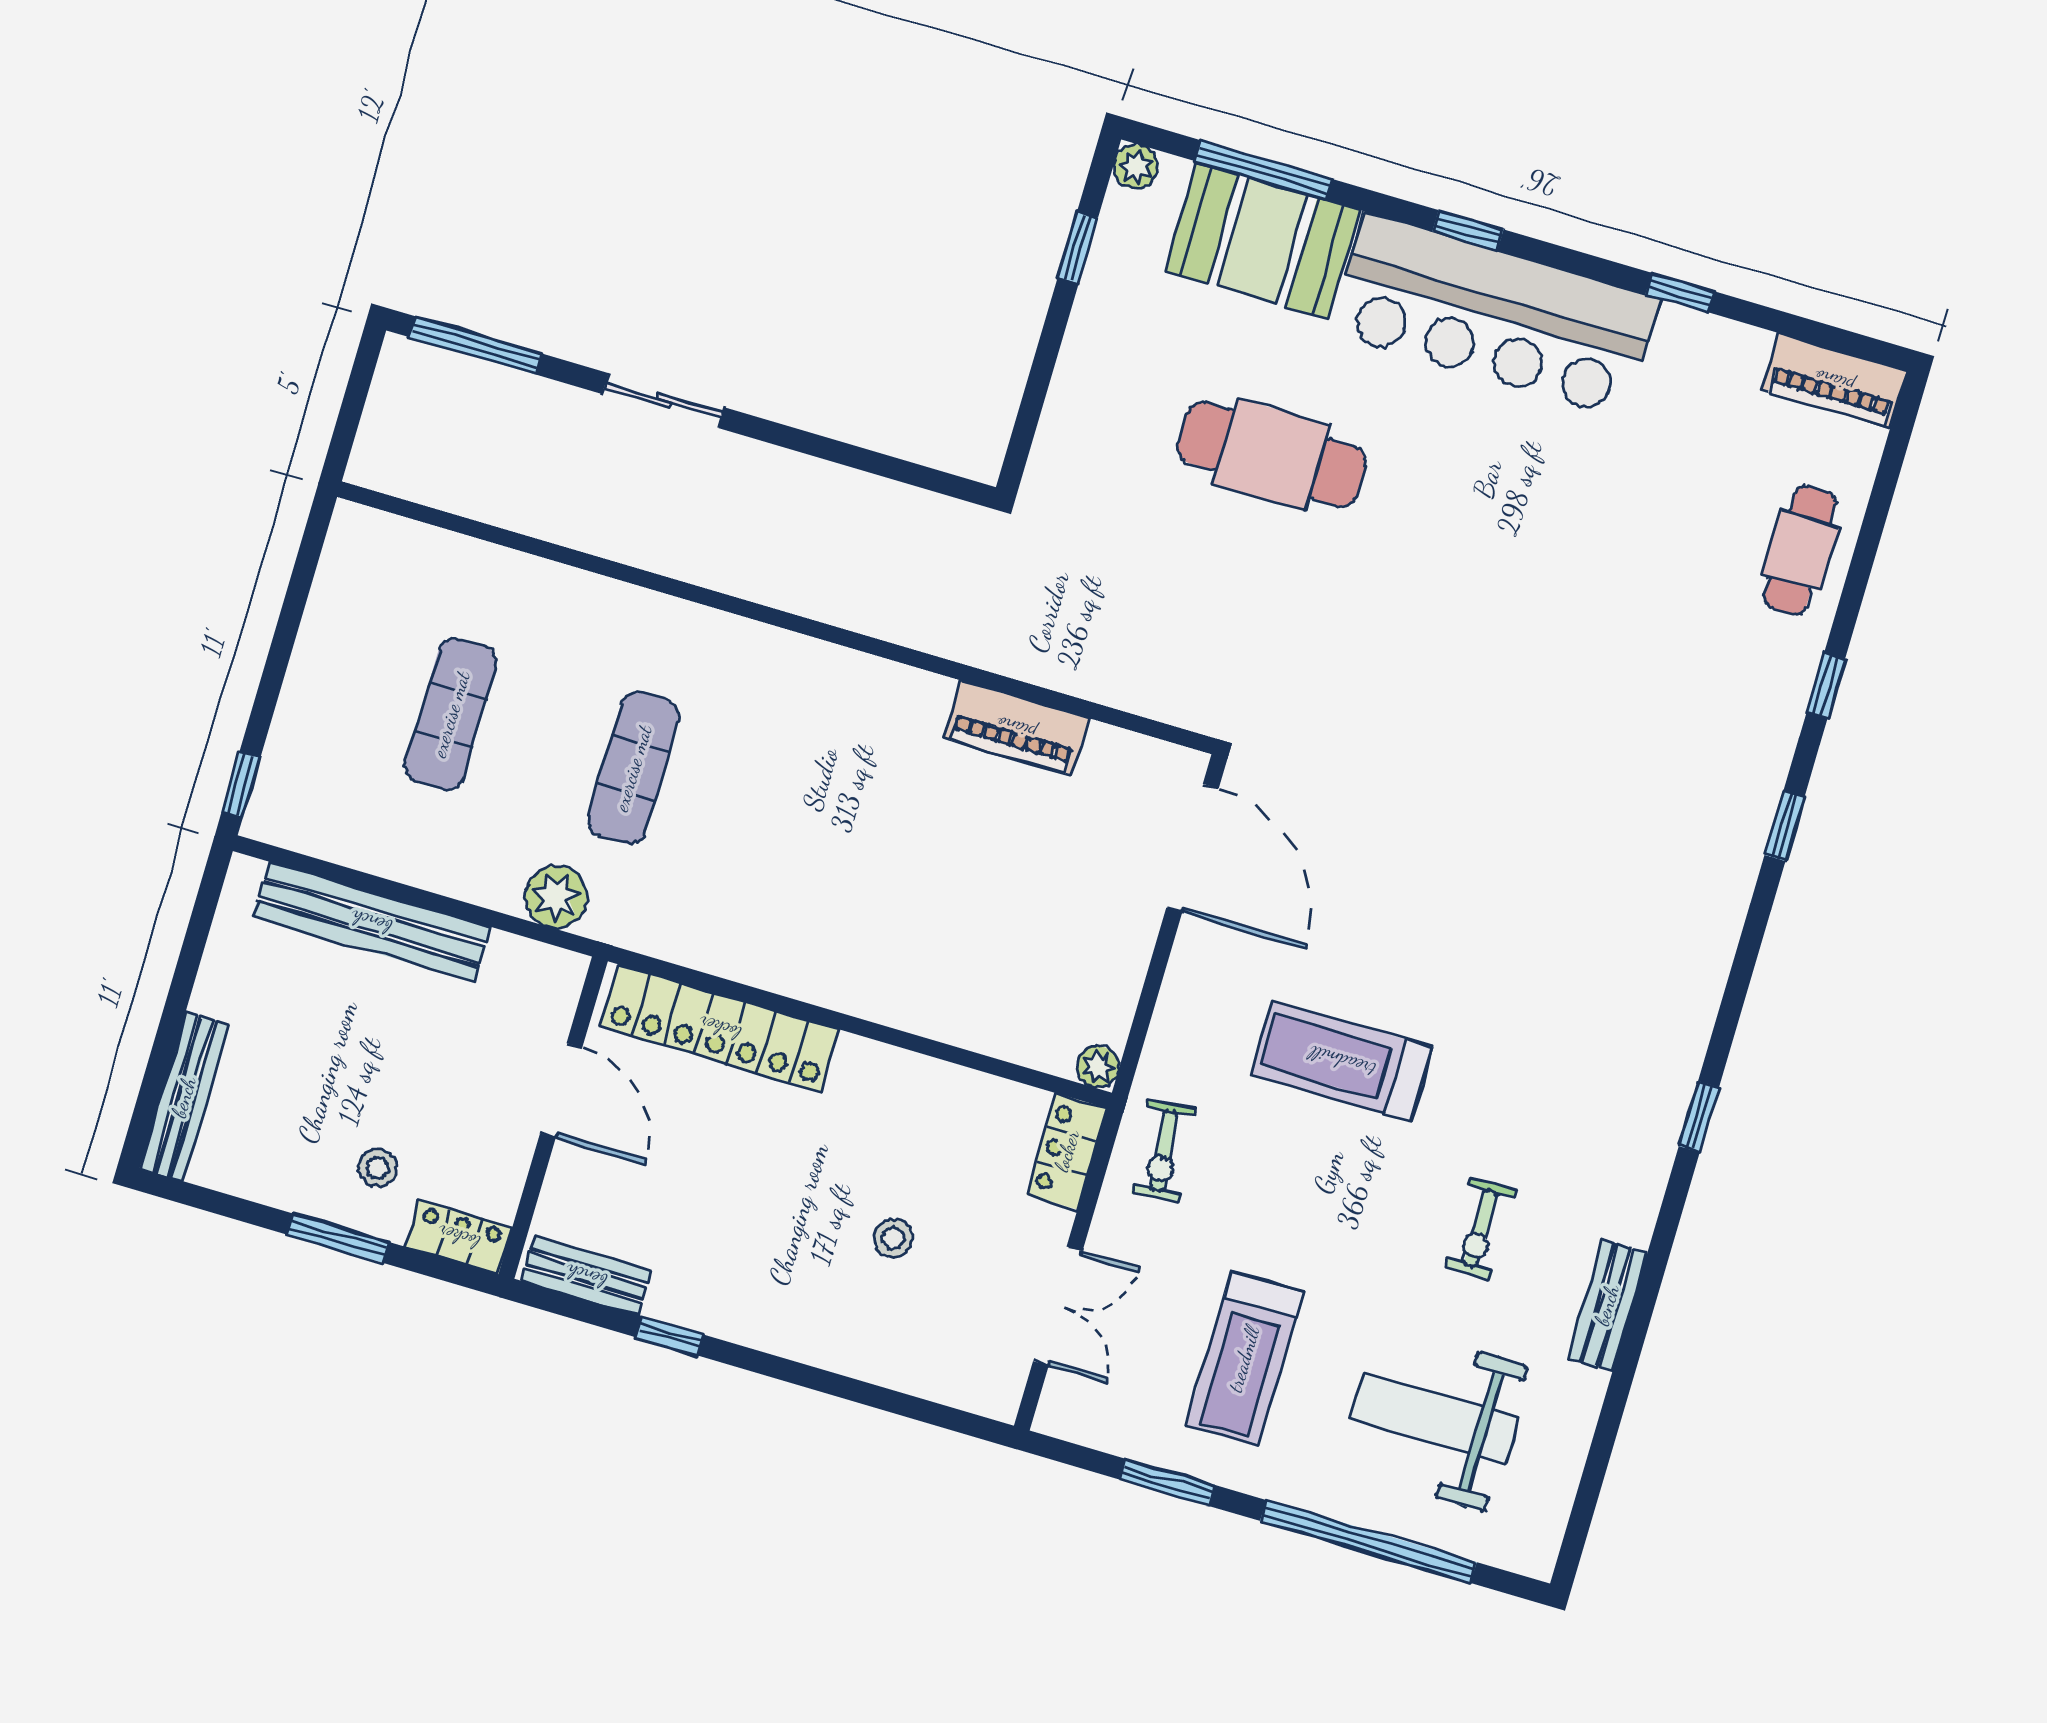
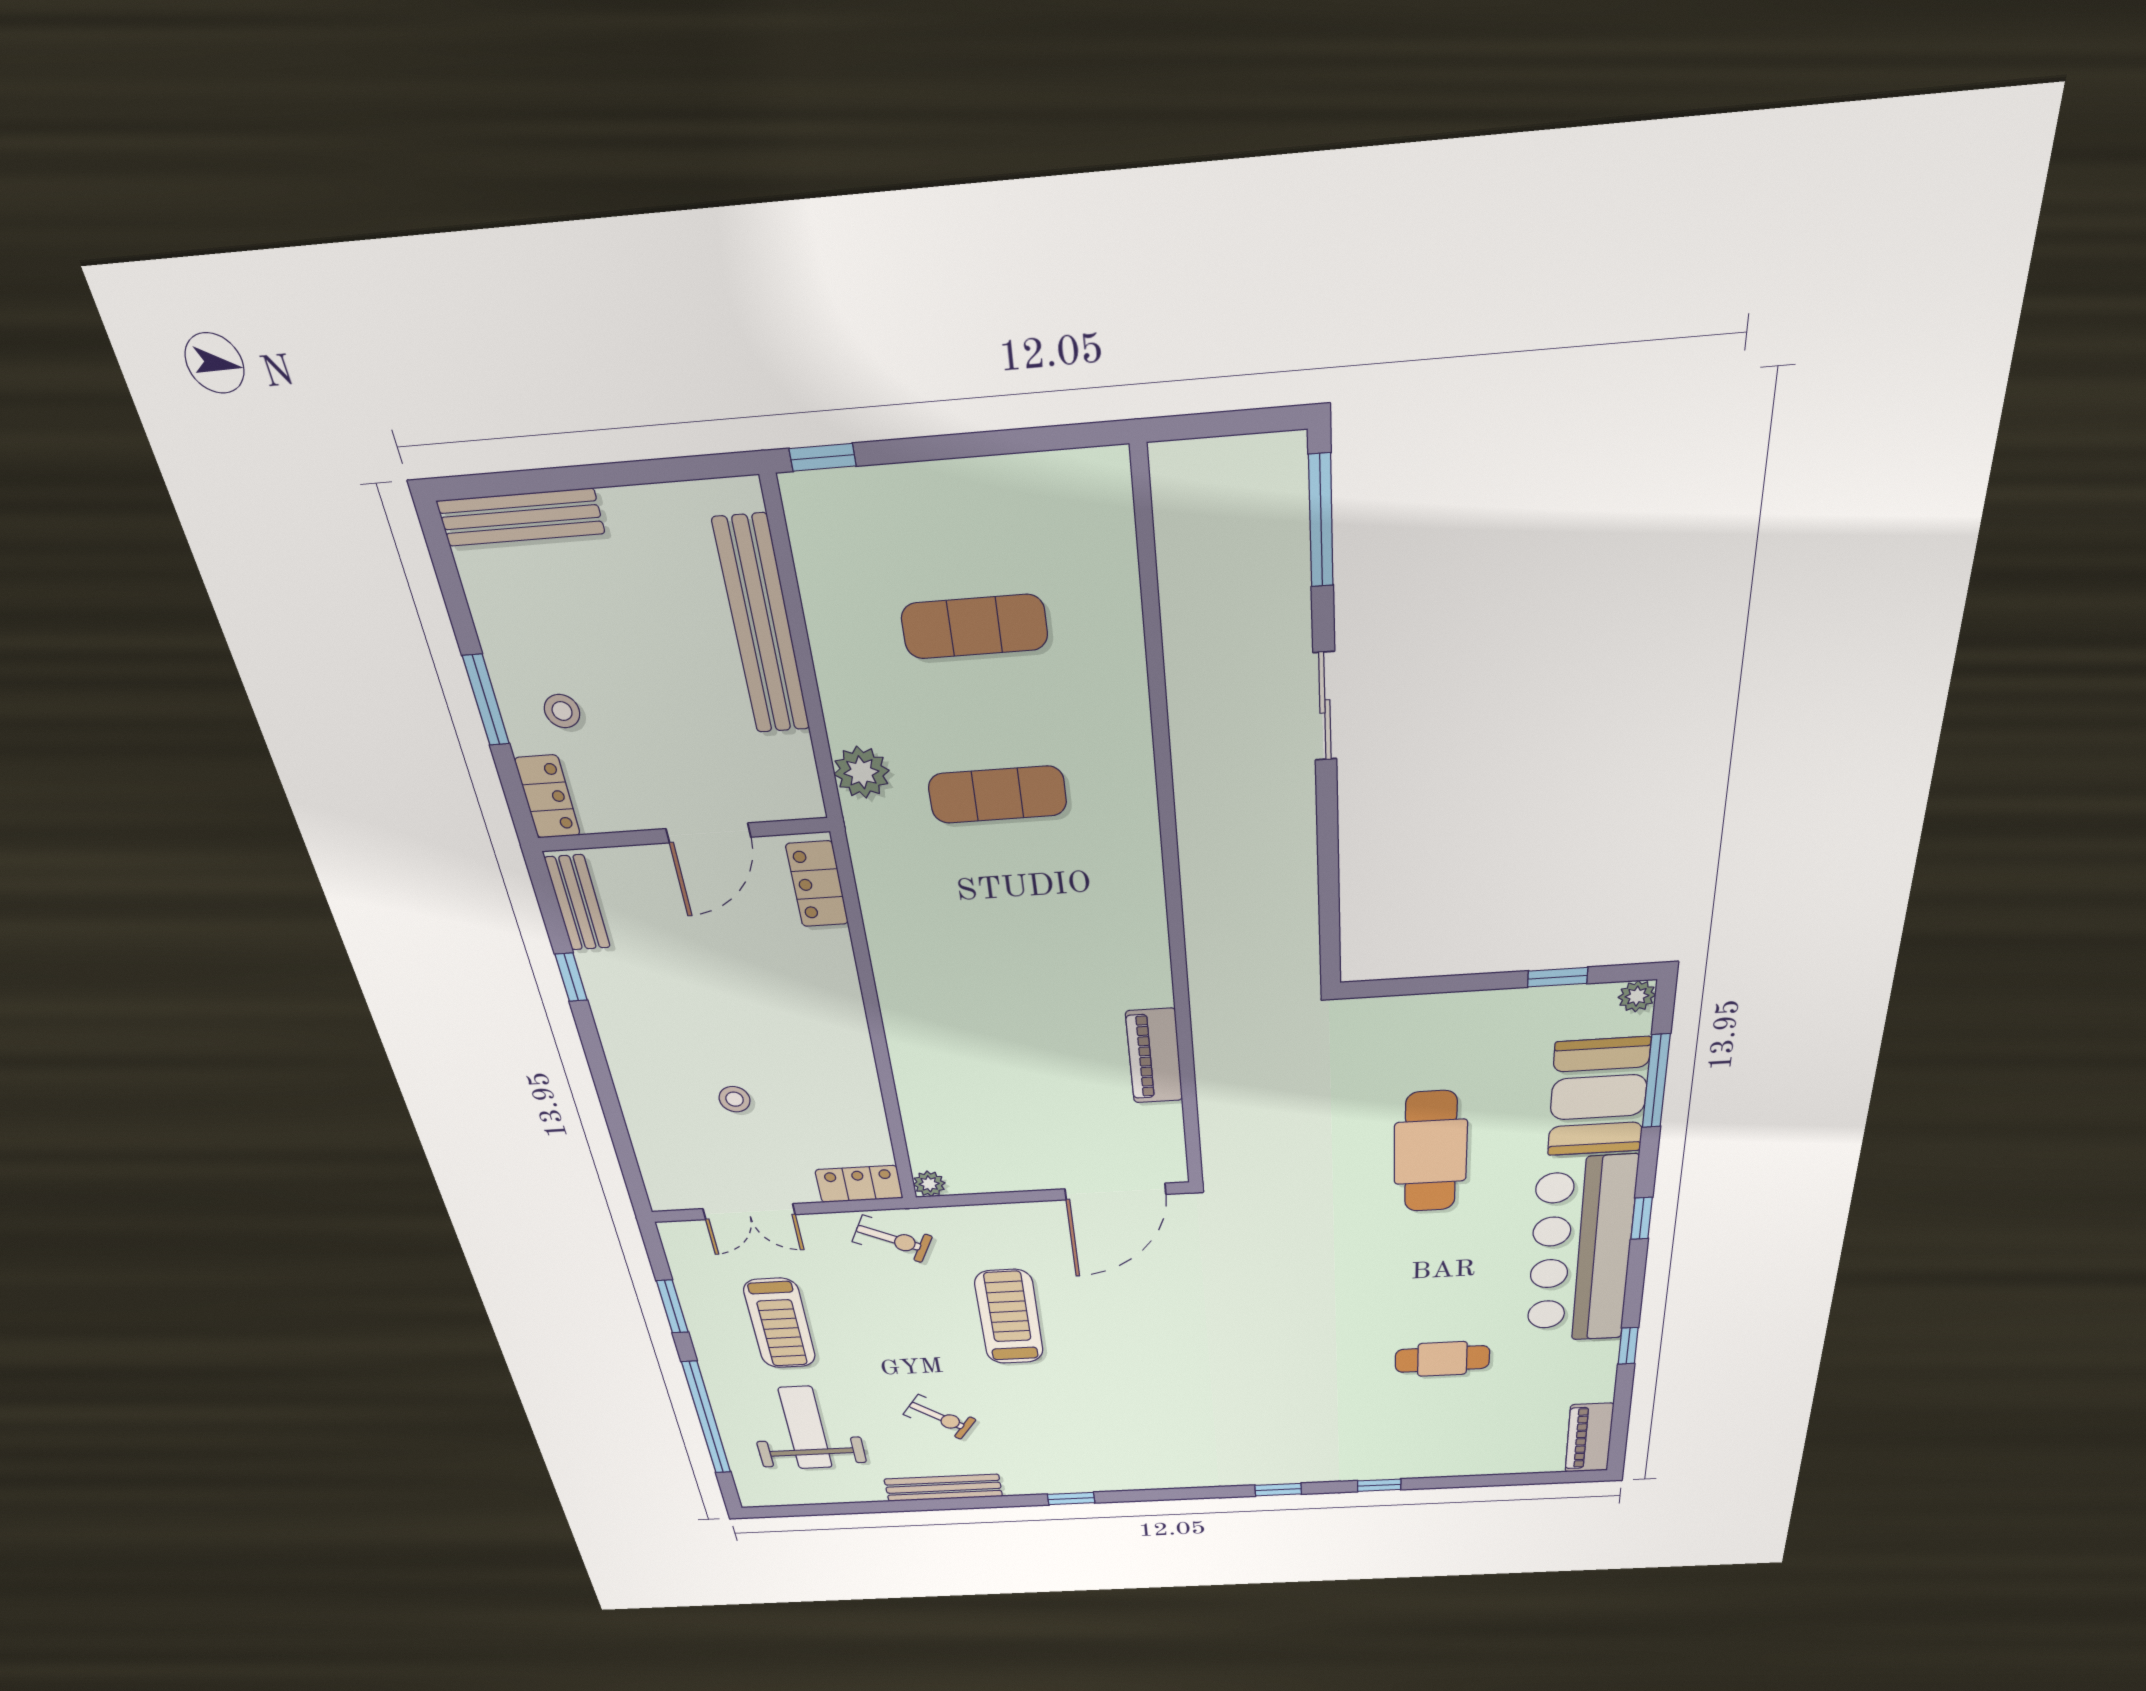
cafe table: (1800, 550) -> (1442, 1359), moved
locker: (720, 1028) -> (817, 884), width x0.46, depth x0.83
exercise bike: (1164, 1151) -> (892, 1239), turned -148
exercise bike: (1481, 1228) -> (940, 1417), turned -144
bench: (1607, 1305) -> (943, 1488), width x1.36
treadmill: (1244, 1359) -> (780, 1323), turned -90

